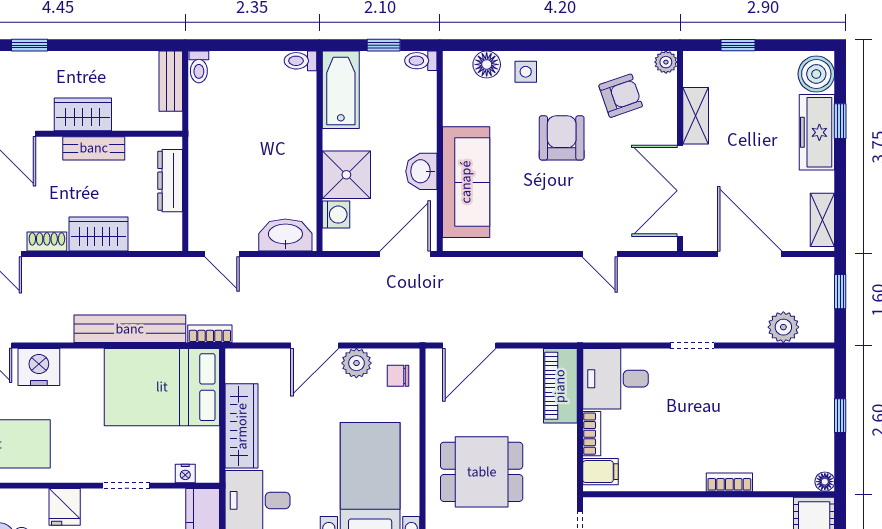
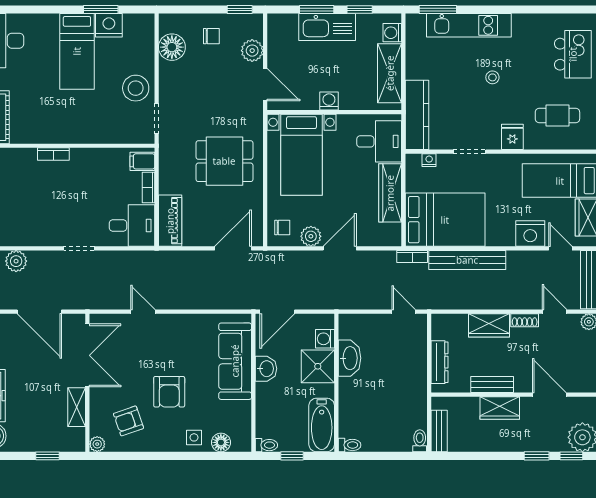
washbasin: (285, 235) -> (349, 358), moved, turned -90

